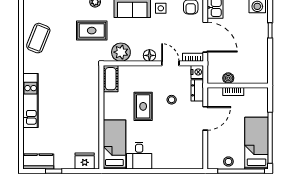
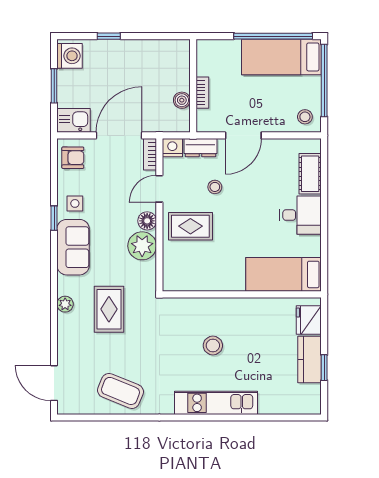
plant: (121, 52) -> (142, 246), moved
cot: (111, 79) -> (310, 174), moved, turned 90
stool: (68, 98) -> (213, 345), added
rug: (143, 106) -> (190, 226), moved
door: (205, 118) -> (243, 135), swing flipped
desk: (139, 156) -> (300, 215), moved
stool: (228, 161) -> (305, 117), moved
kitchen counter: (38, 162) -> (309, 359), moved

